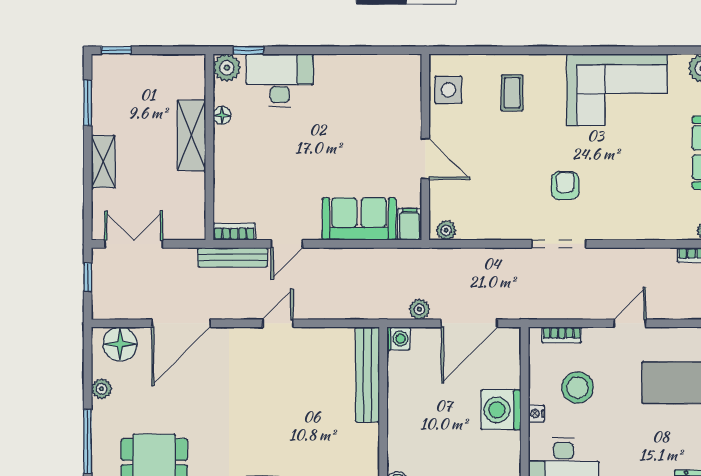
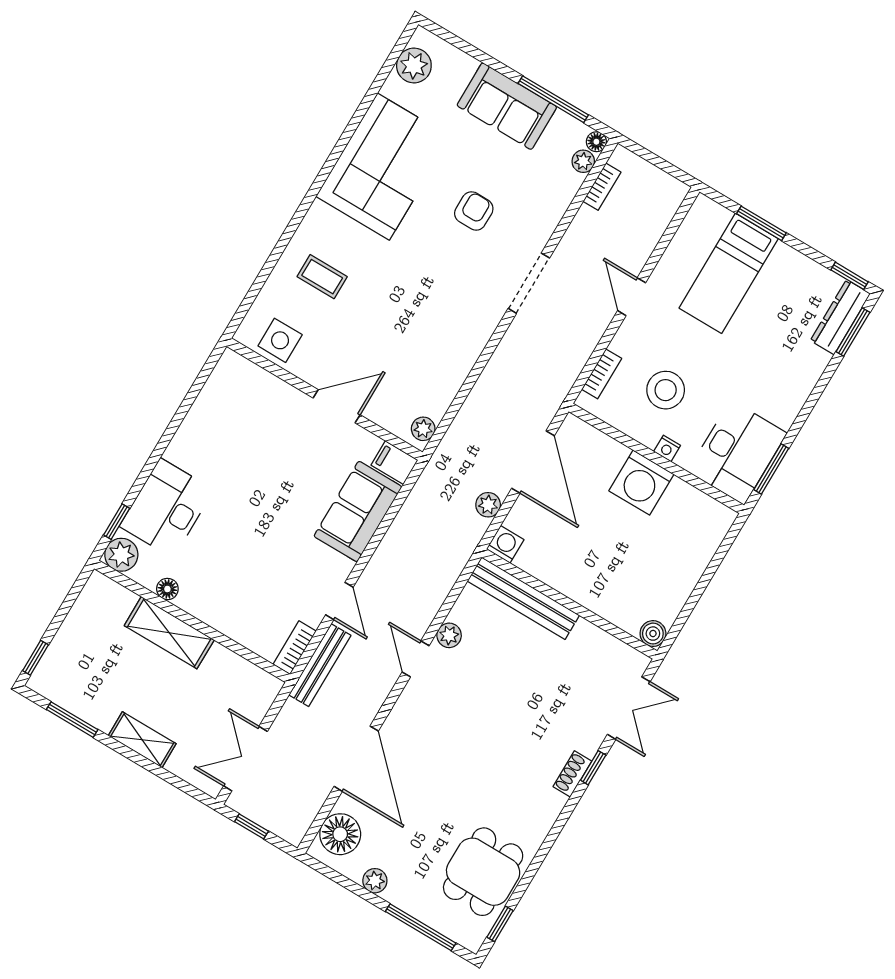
armchair: (565, 186) -> (474, 211), moved, turned 90
doorway: (559, 244) -> (529, 283), moved
plant: (309, 337) -> (449, 635), added

